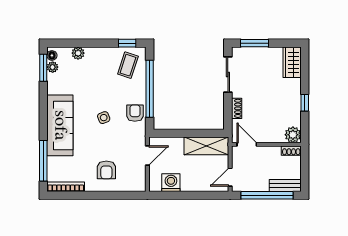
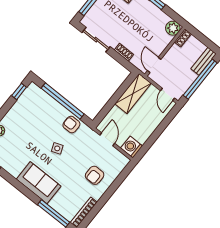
coffee table: (128, 65) -> (35, 103), removed
sofa: (60, 125) -> (39, 183), width x0.73
door: (247, 144) -> (154, 65), hinge flipped
armchair: (106, 170) -> (95, 175), turned 90
washing machine: (171, 183) -> (132, 147), moved

